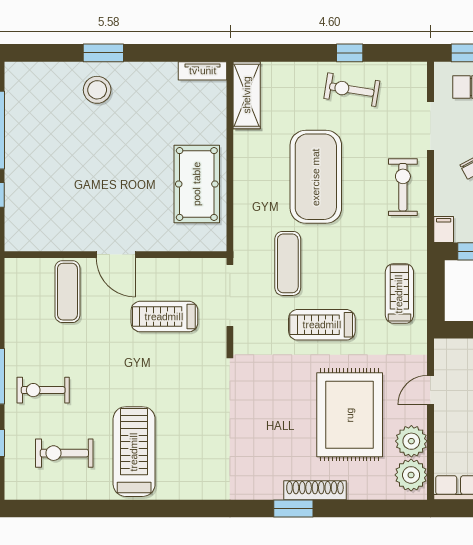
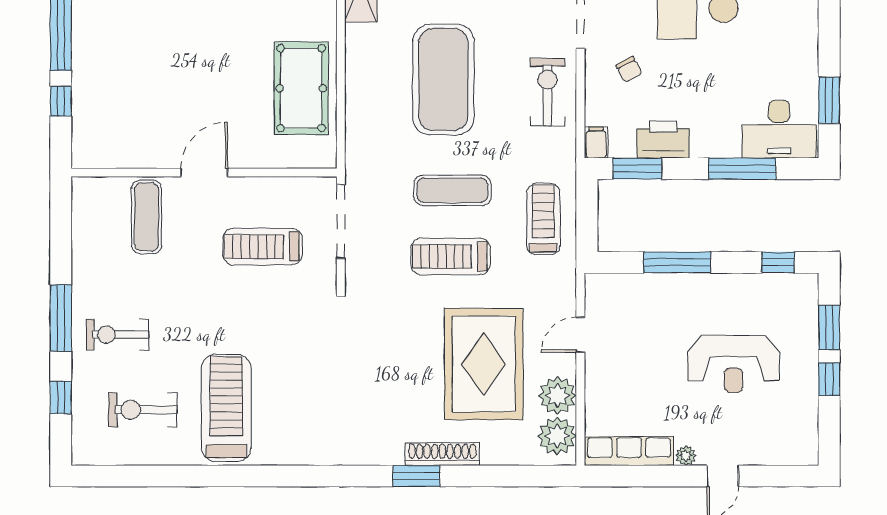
door: (116, 255) -> (204, 173), swing flipped
exercise mat: (288, 263) -> (452, 190), moved, turned 90

